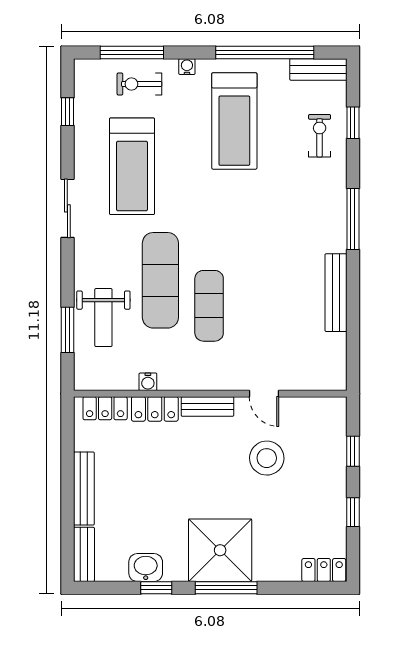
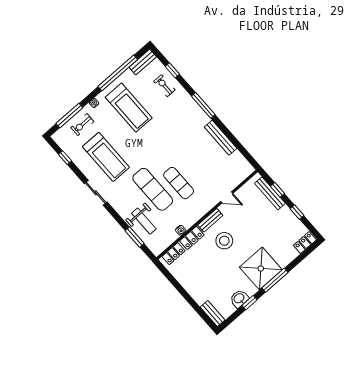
stool: (267, 458) -> (224, 241), moved
bench: (84, 489) -> (270, 193), moved

